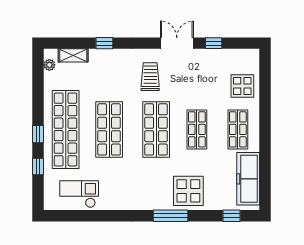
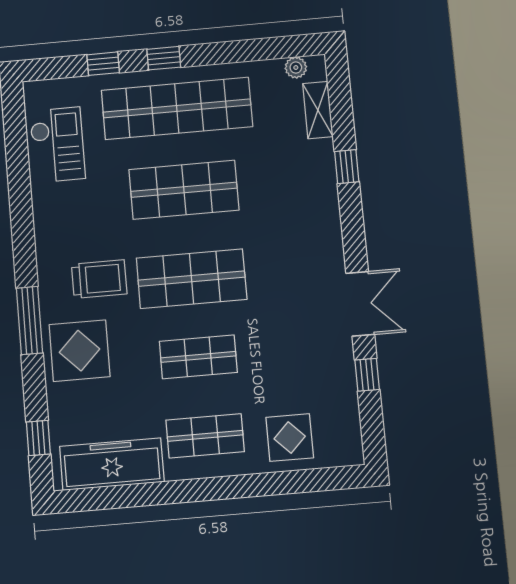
trolley: (150, 77) -> (99, 279), moved

